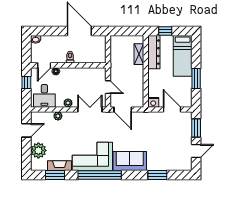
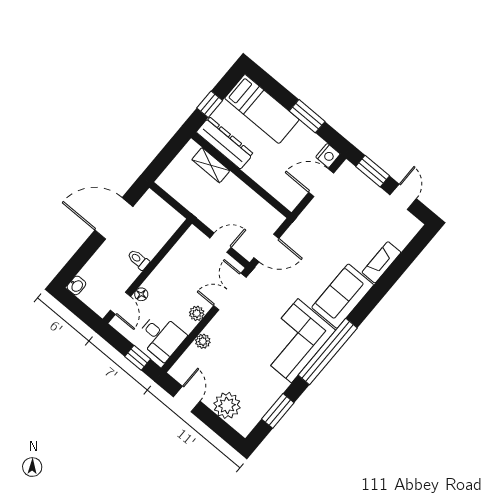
window: (26, 82) -> (138, 358), moved
nightstand: (153, 102) -> (328, 156), moved
fireplace: (60, 166) -> (381, 262), moved
window: (157, 175) -> (392, 275), removed

